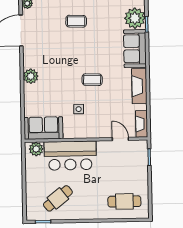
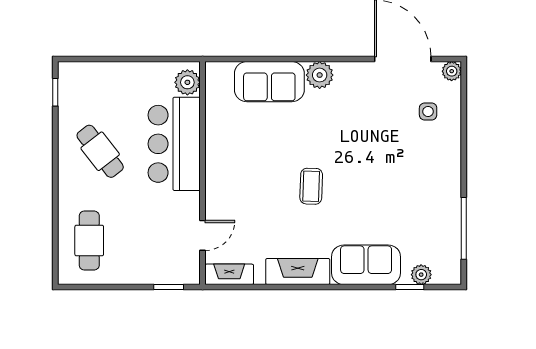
plant: (135, 18) -> (421, 275), width x0.53, depth x0.53
coffee table: (76, 21) -> (418, 159), removed
side table: (79, 109) -> (428, 111), moved
sofa: (43, 128) -> (269, 82), moved, turned 90
cafe table: (58, 198) -> (100, 151), moved

